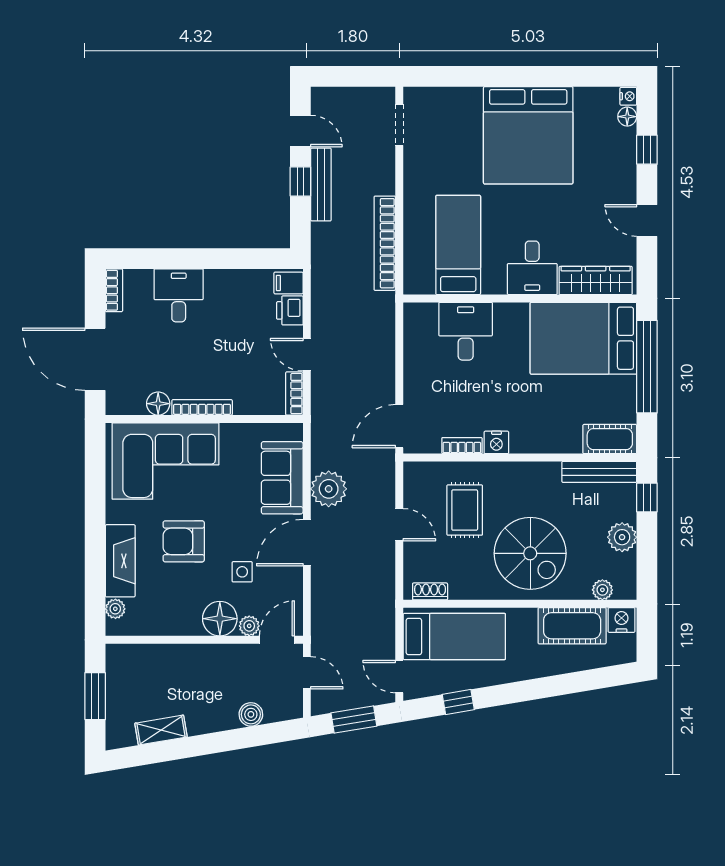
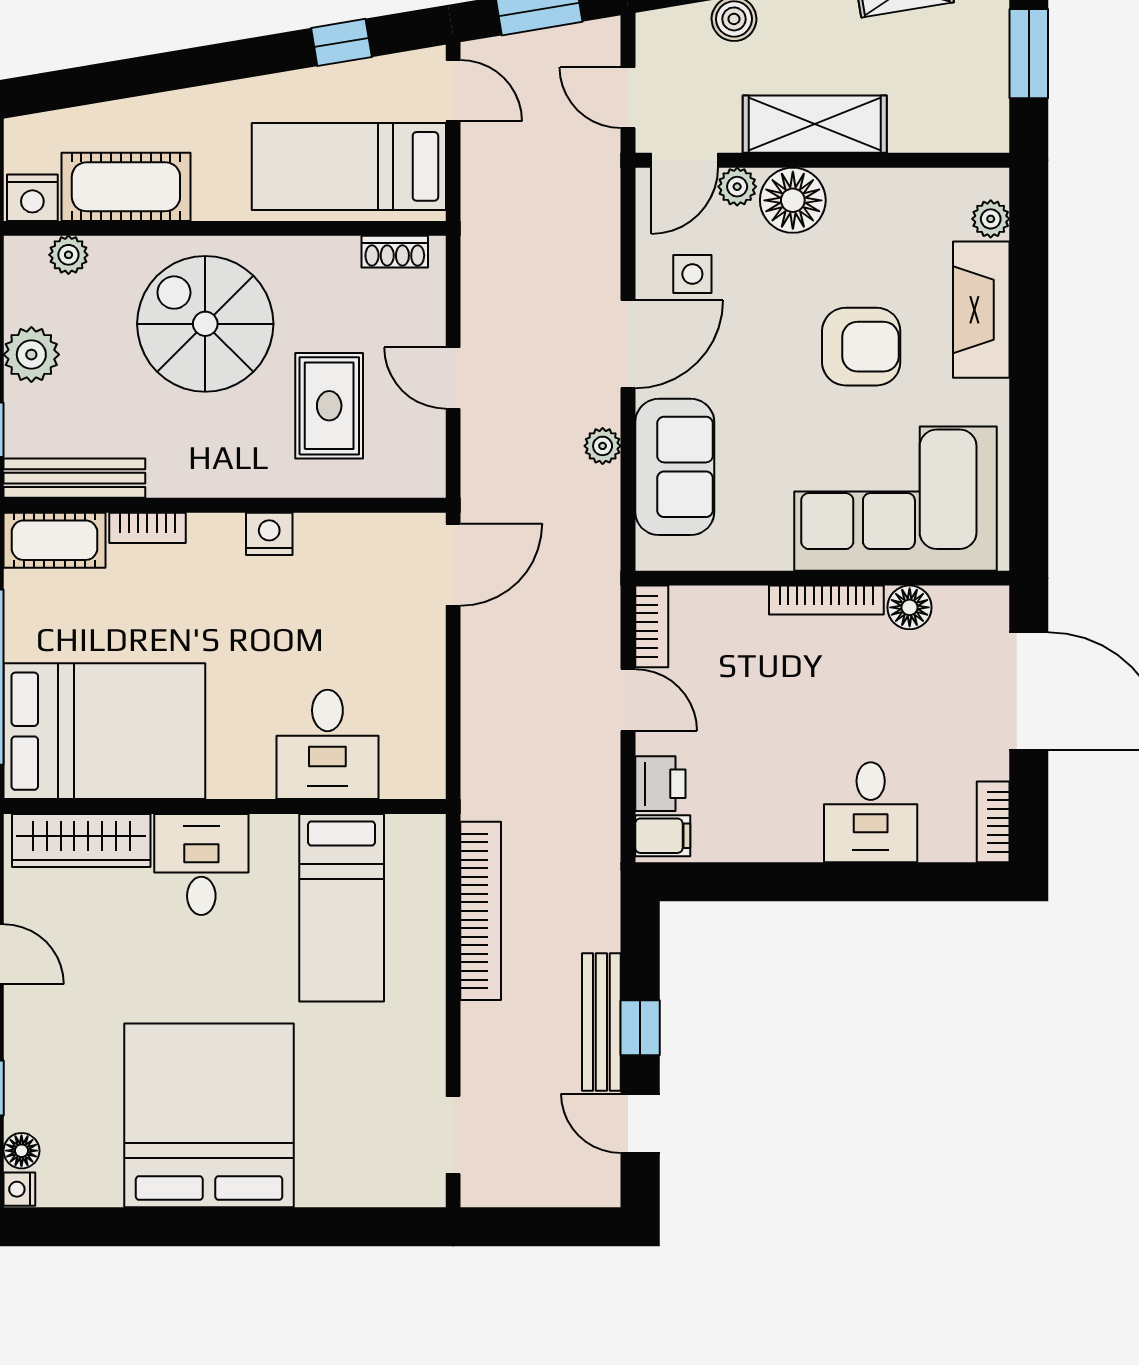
bookcase: (462, 446) -> (147, 528), moved
plant: (329, 489) -> (603, 446), width x0.53, depth x0.53
side table: (242, 572) -> (692, 274), moved
shelving: (208, 659) -> (815, 124), added

